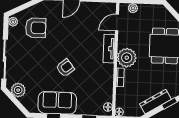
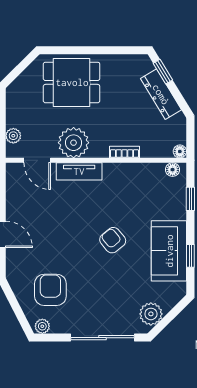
plant: (127, 58) -> (74, 143), moved

